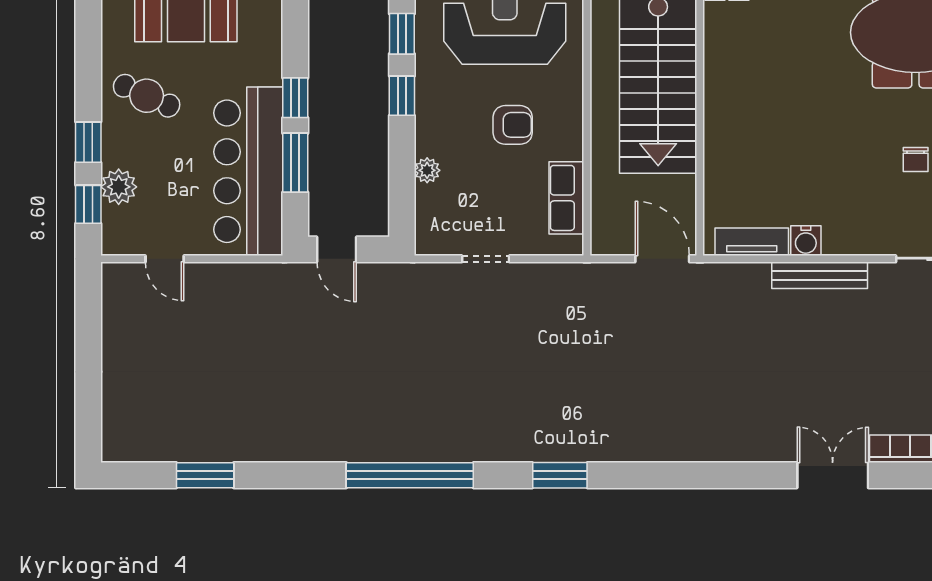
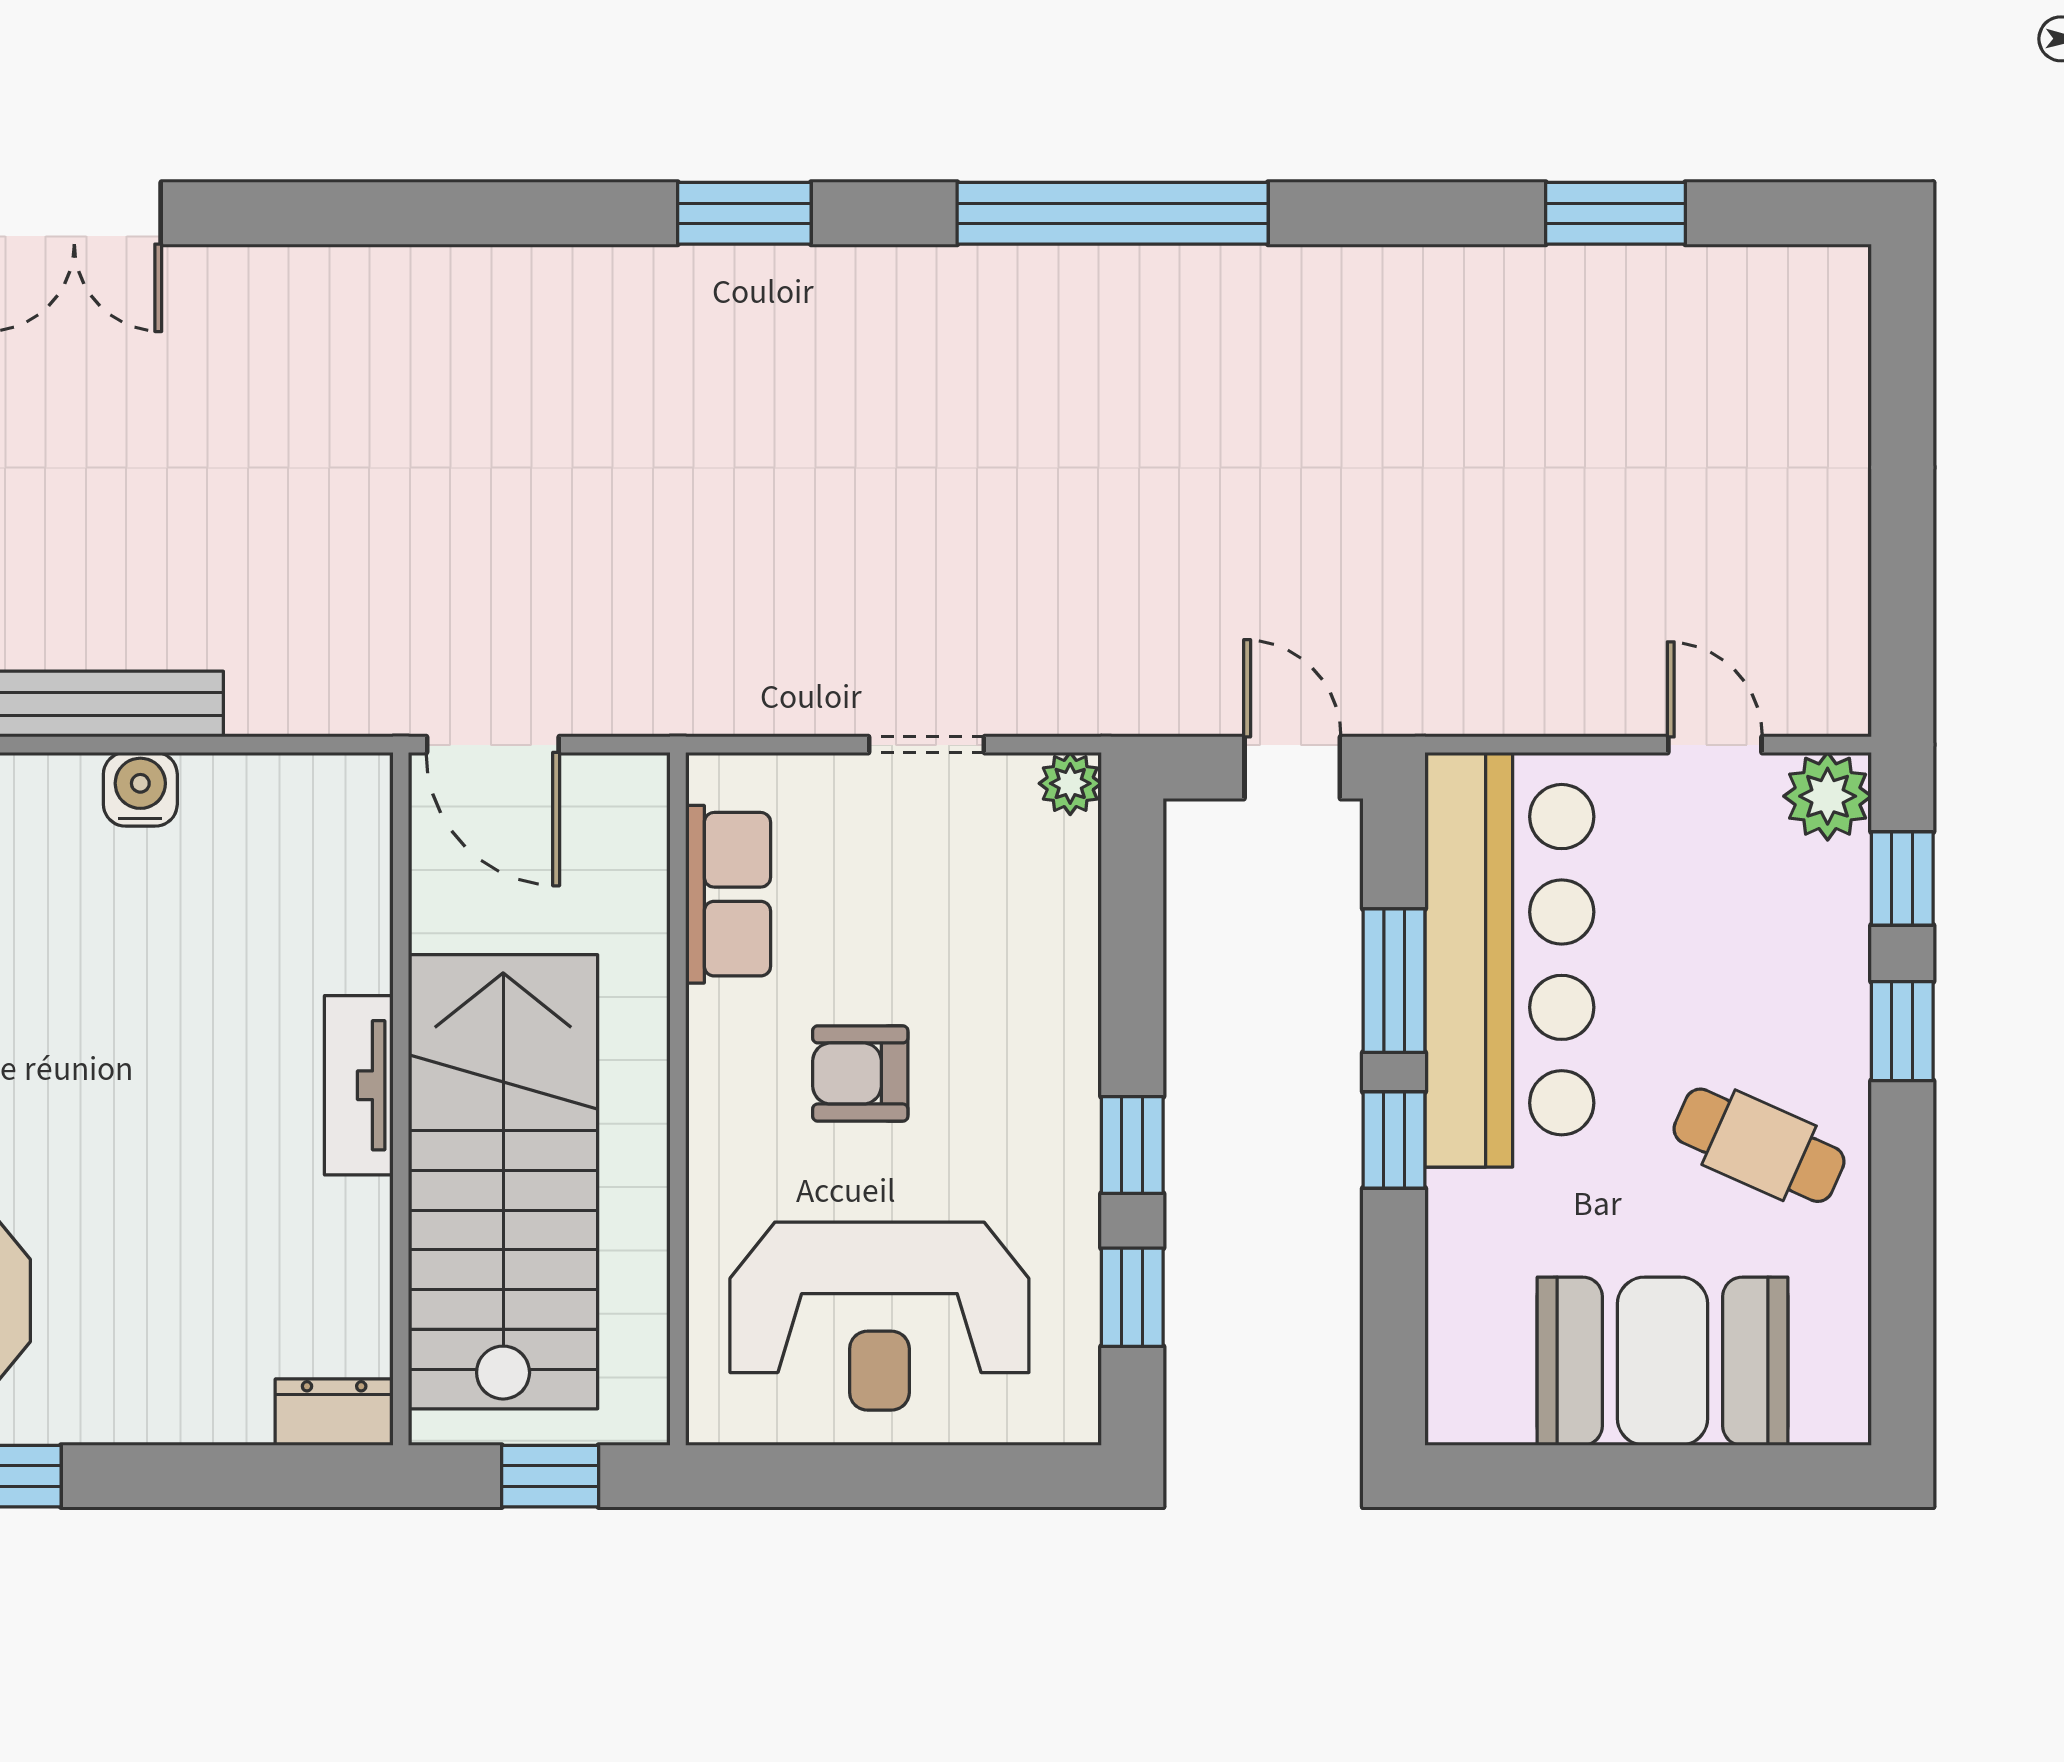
plant: (427, 170) -> (1070, 783), moved
plant: (119, 187) -> (1828, 796), moved
tv unit: (752, 242) -> (359, 1085), moved, turned 90

